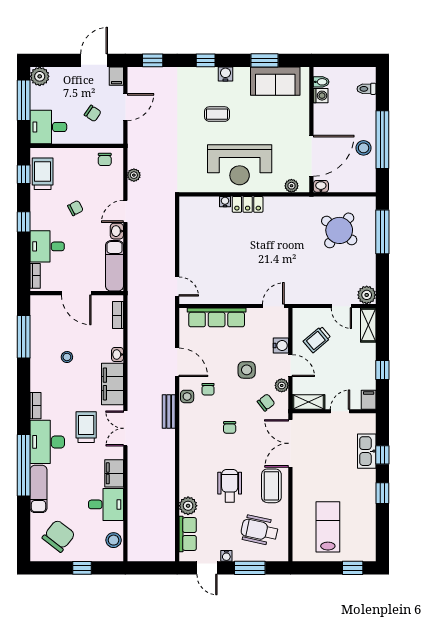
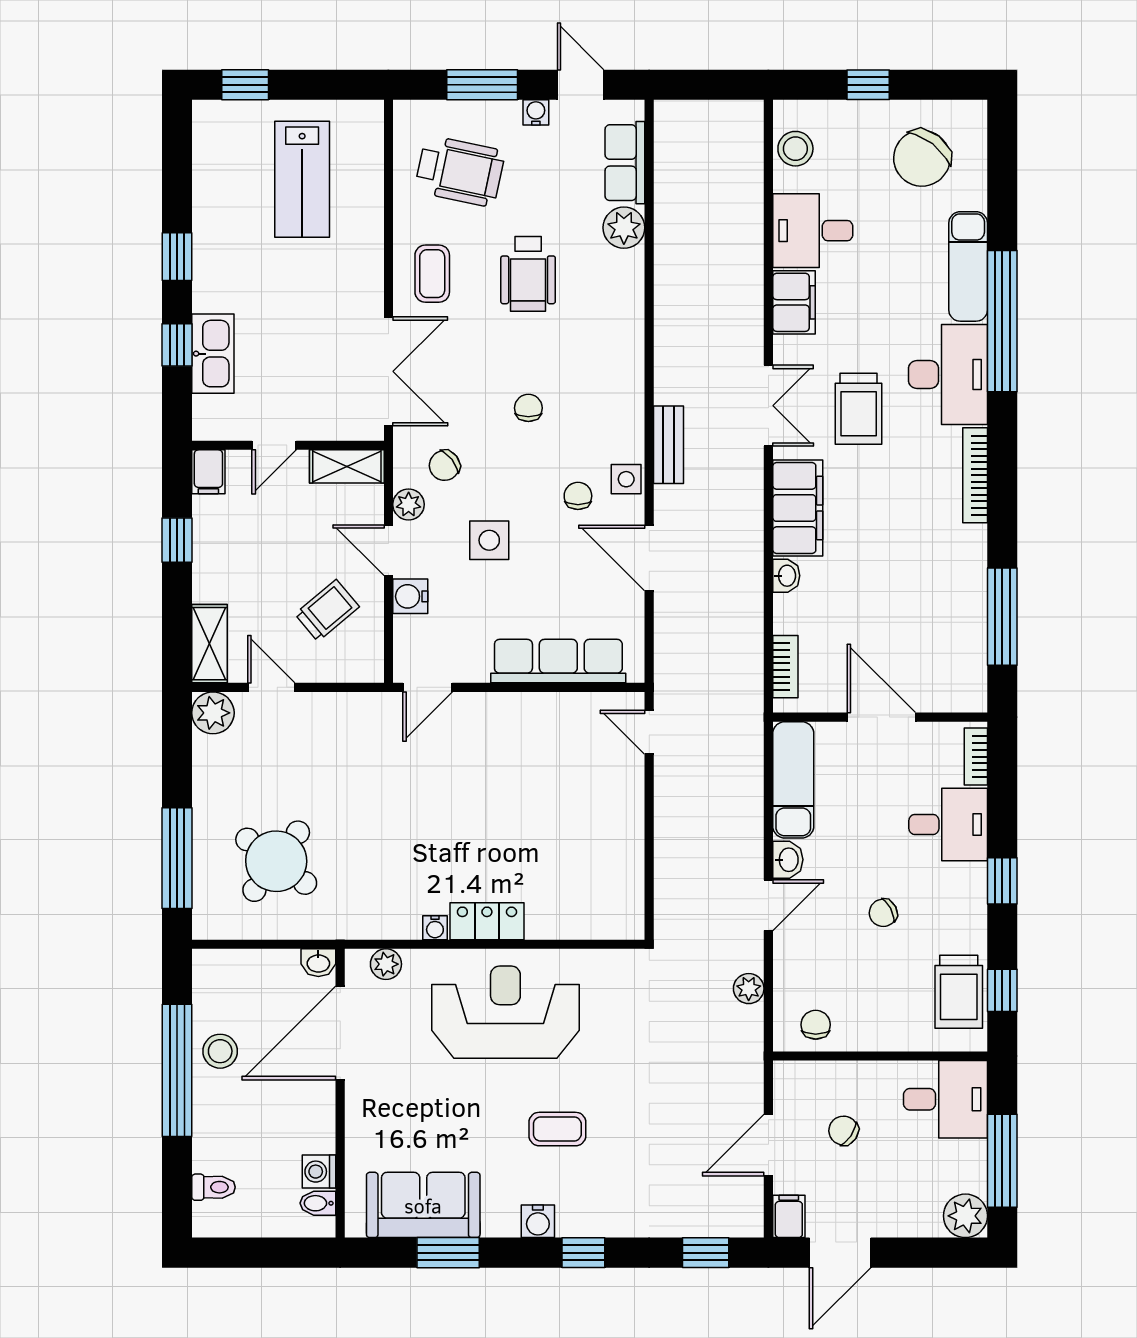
water cooler: (225, 202) -> (435, 928), moved
stool: (67, 357) -> (903, 570), removed
bookcase: (35, 406) -> (975, 475), width x1.56
coffee table: (271, 486) -> (432, 274), width x0.73, depth x0.77

